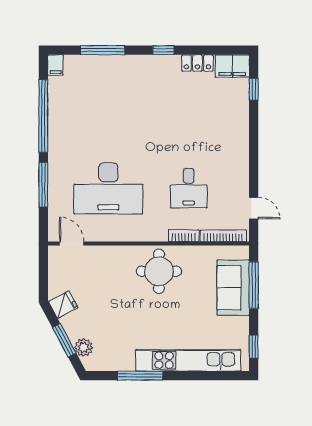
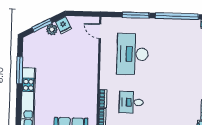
door: (72, 243) -> (100, 31), swing flipped
round table: (159, 271) -> (82, 83), removed
plant: (84, 348) -> (52, 29), moved

